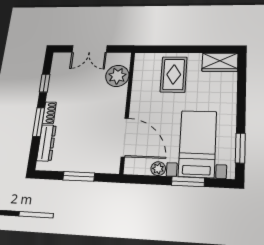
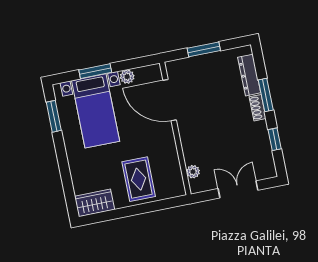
plant: (117, 76) -> (193, 172), width x0.53, depth x0.53

